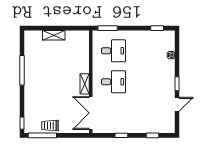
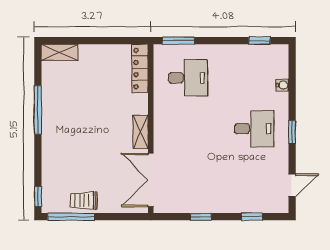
shelving: (54, 35) -> (60, 52), moved
locker: (84, 45) -> (140, 69), added
desk: (113, 82) -> (254, 129), moved
door: (177, 104) -> (292, 185), moved

